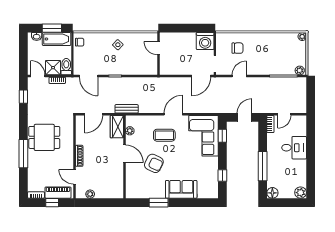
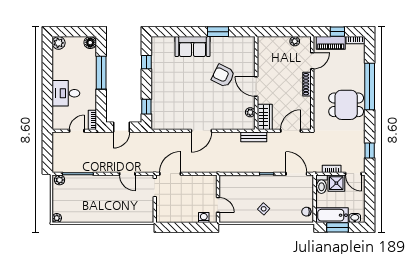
washing machine: (205, 41) -> (204, 217), moved, width x0.53, depth x0.53
chair: (238, 48) -> (129, 205), removed
door: (239, 76) -> (127, 174), hinge flipped
coffee table: (164, 135) -> (211, 107), removed
corner sofa: (204, 136) -> (167, 107), removed
window: (23, 154) -> (370, 86), width x1.46
door: (74, 177) -> (312, 61), hinge flipped

